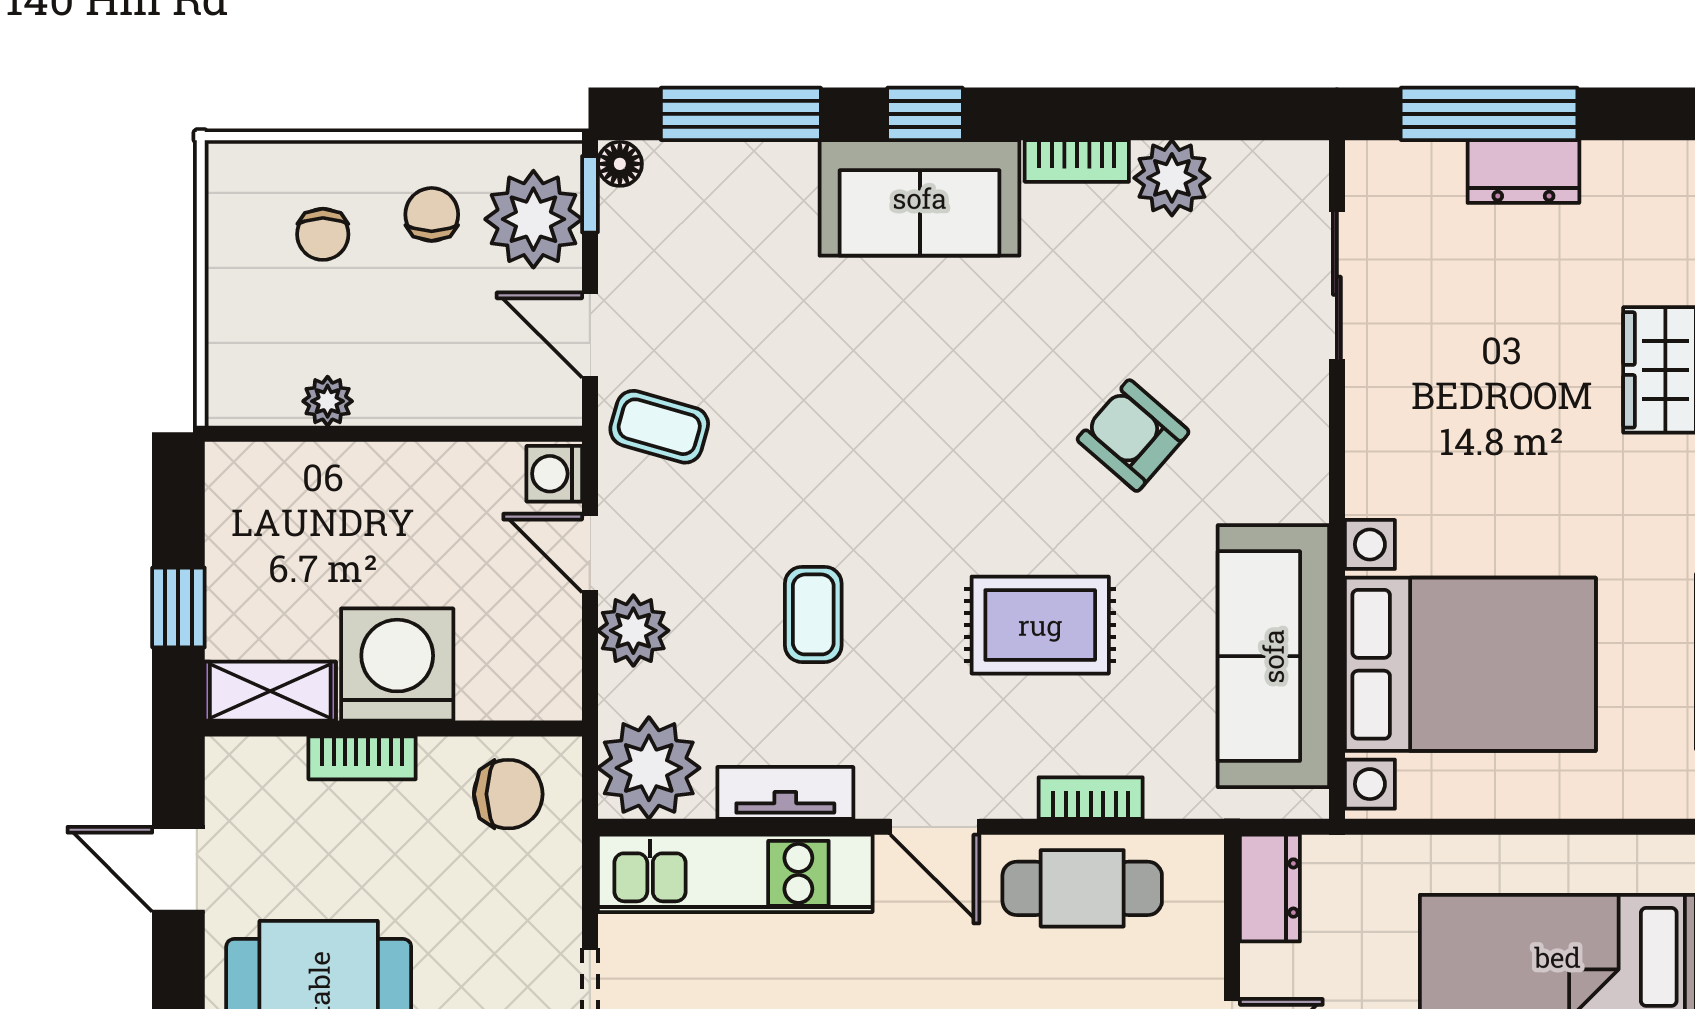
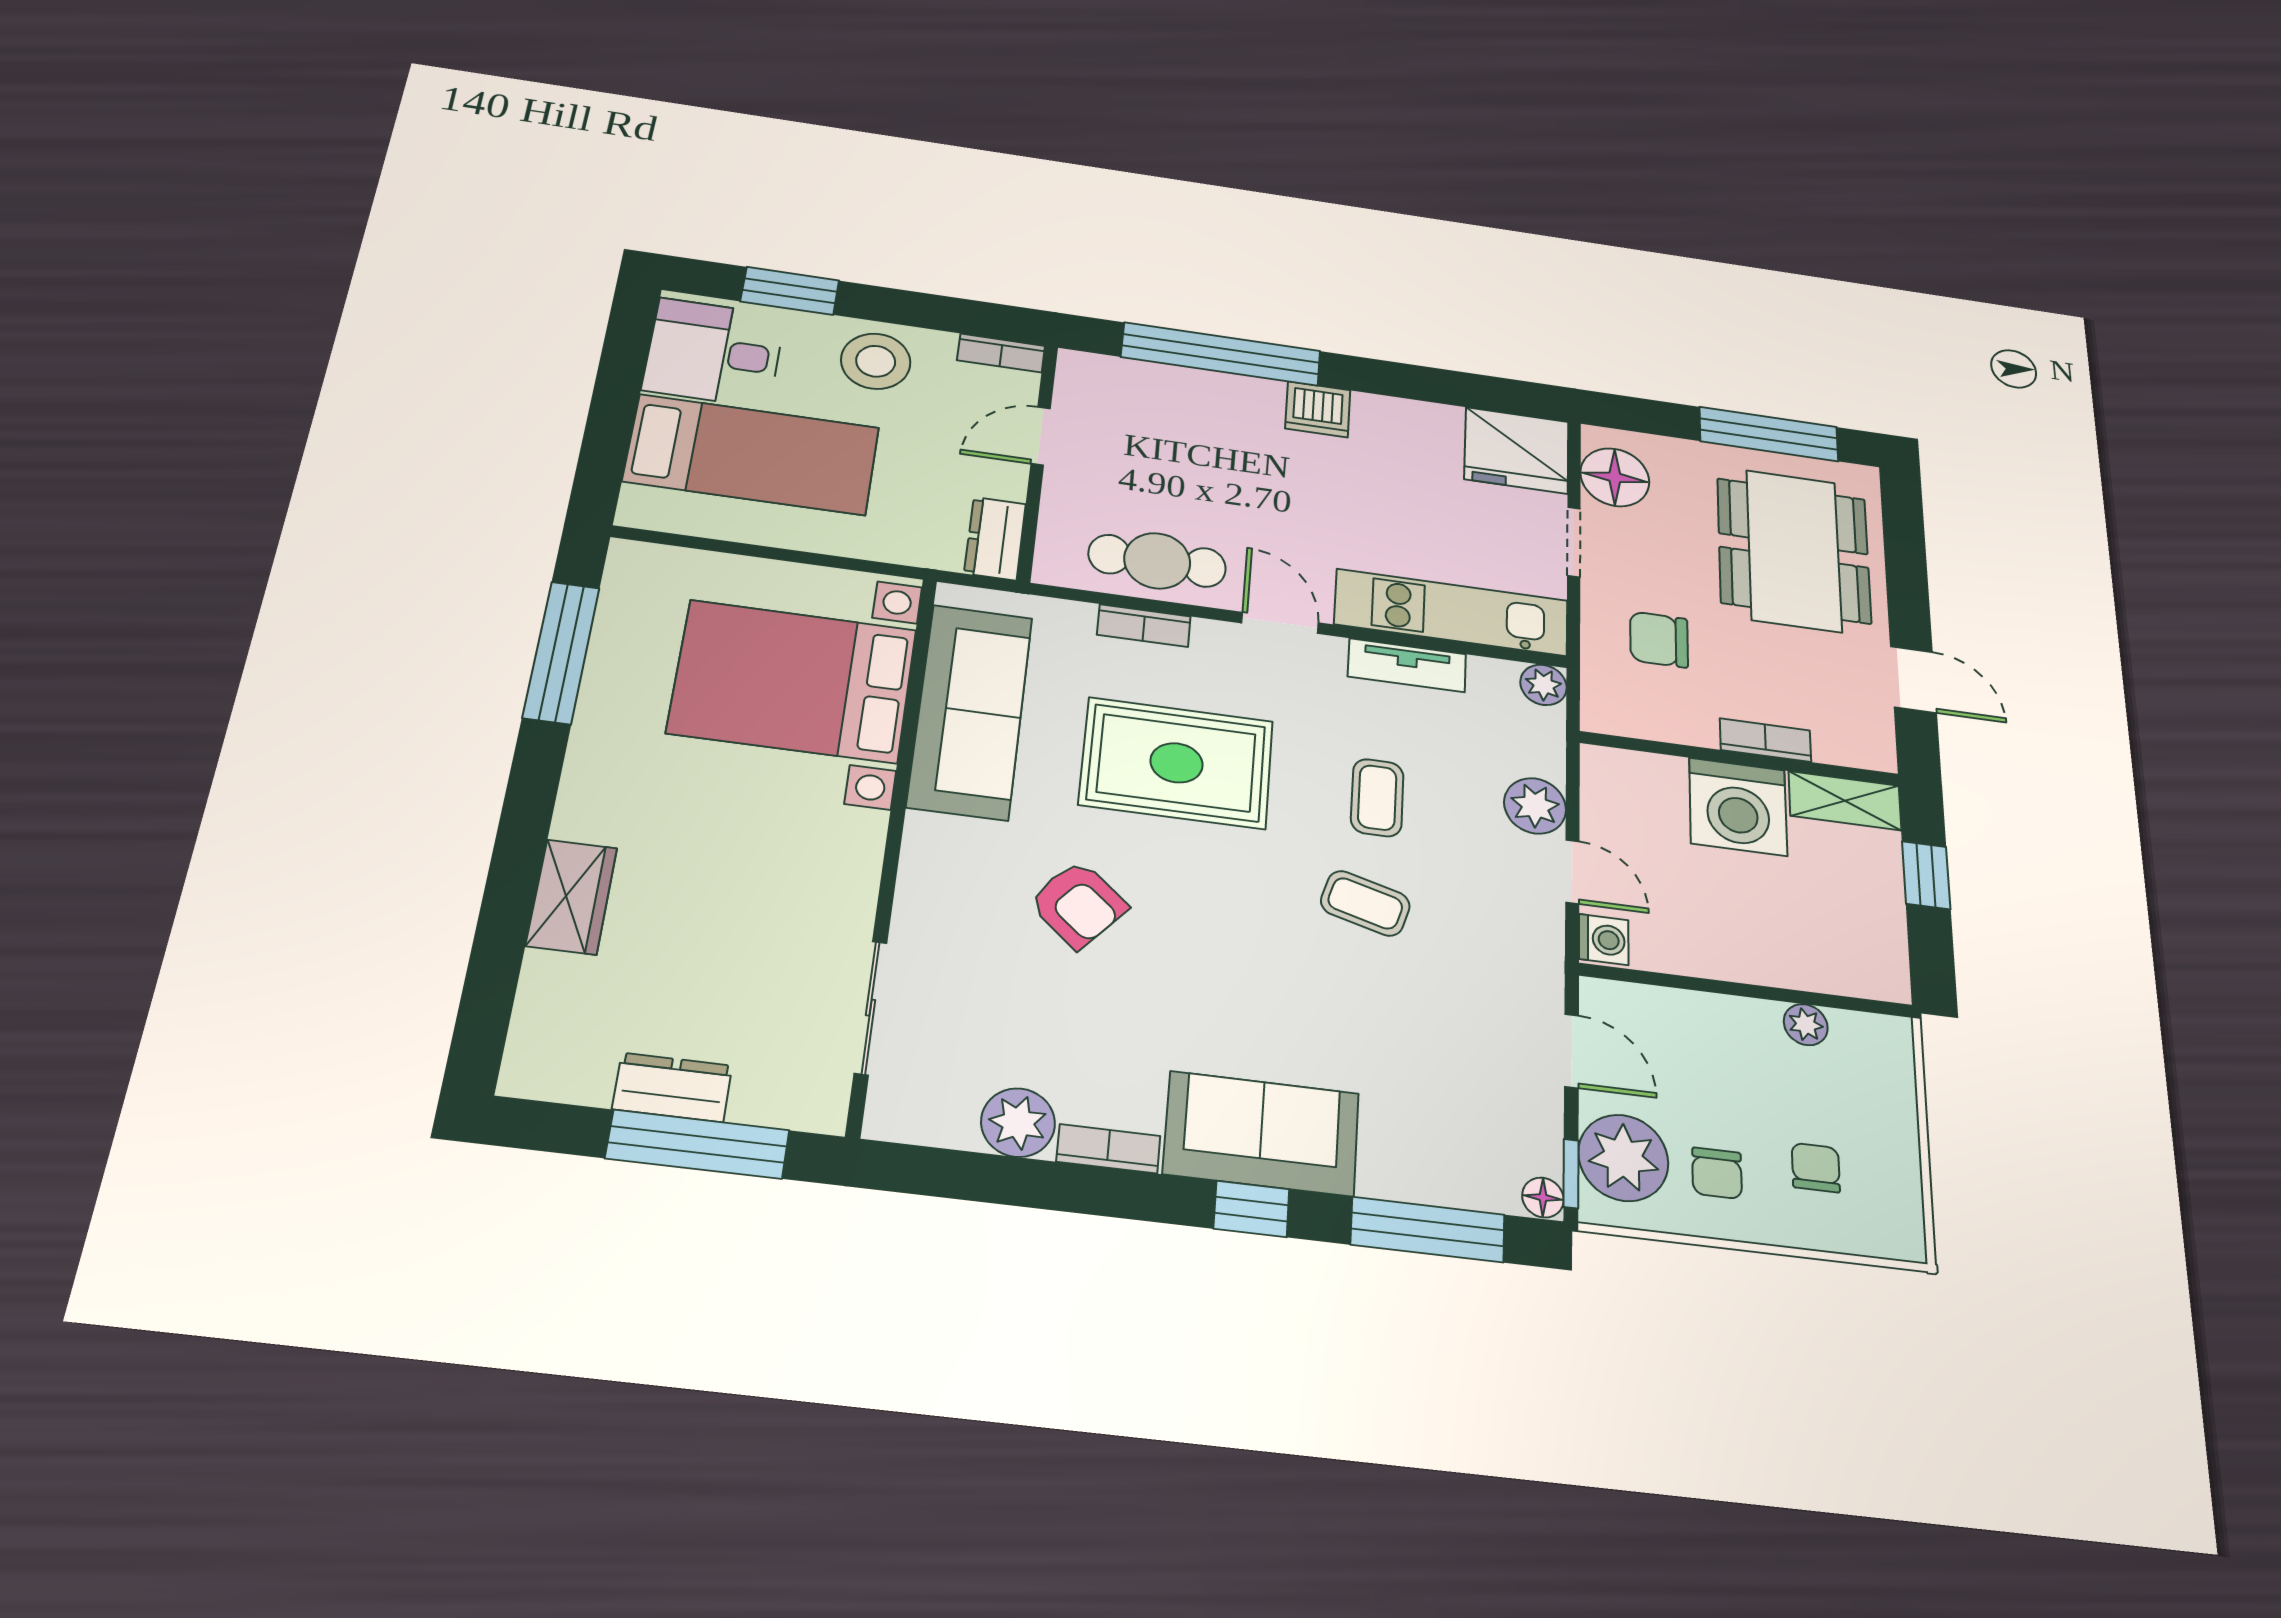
coffee table: (659, 427) -> (1365, 903), moved
rug: (1040, 625) -> (1177, 763), width x1.36, depth x1.43
plant: (649, 768) -> (1544, 685), width x0.53, depth x0.53
chair: (508, 794) -> (1659, 640), moved

